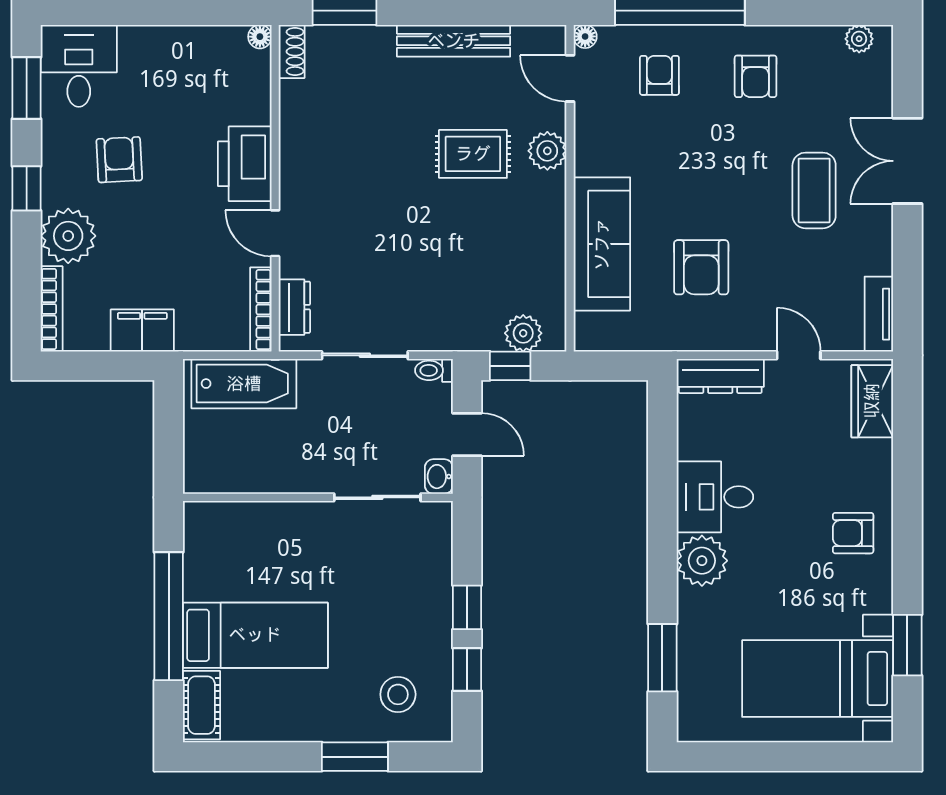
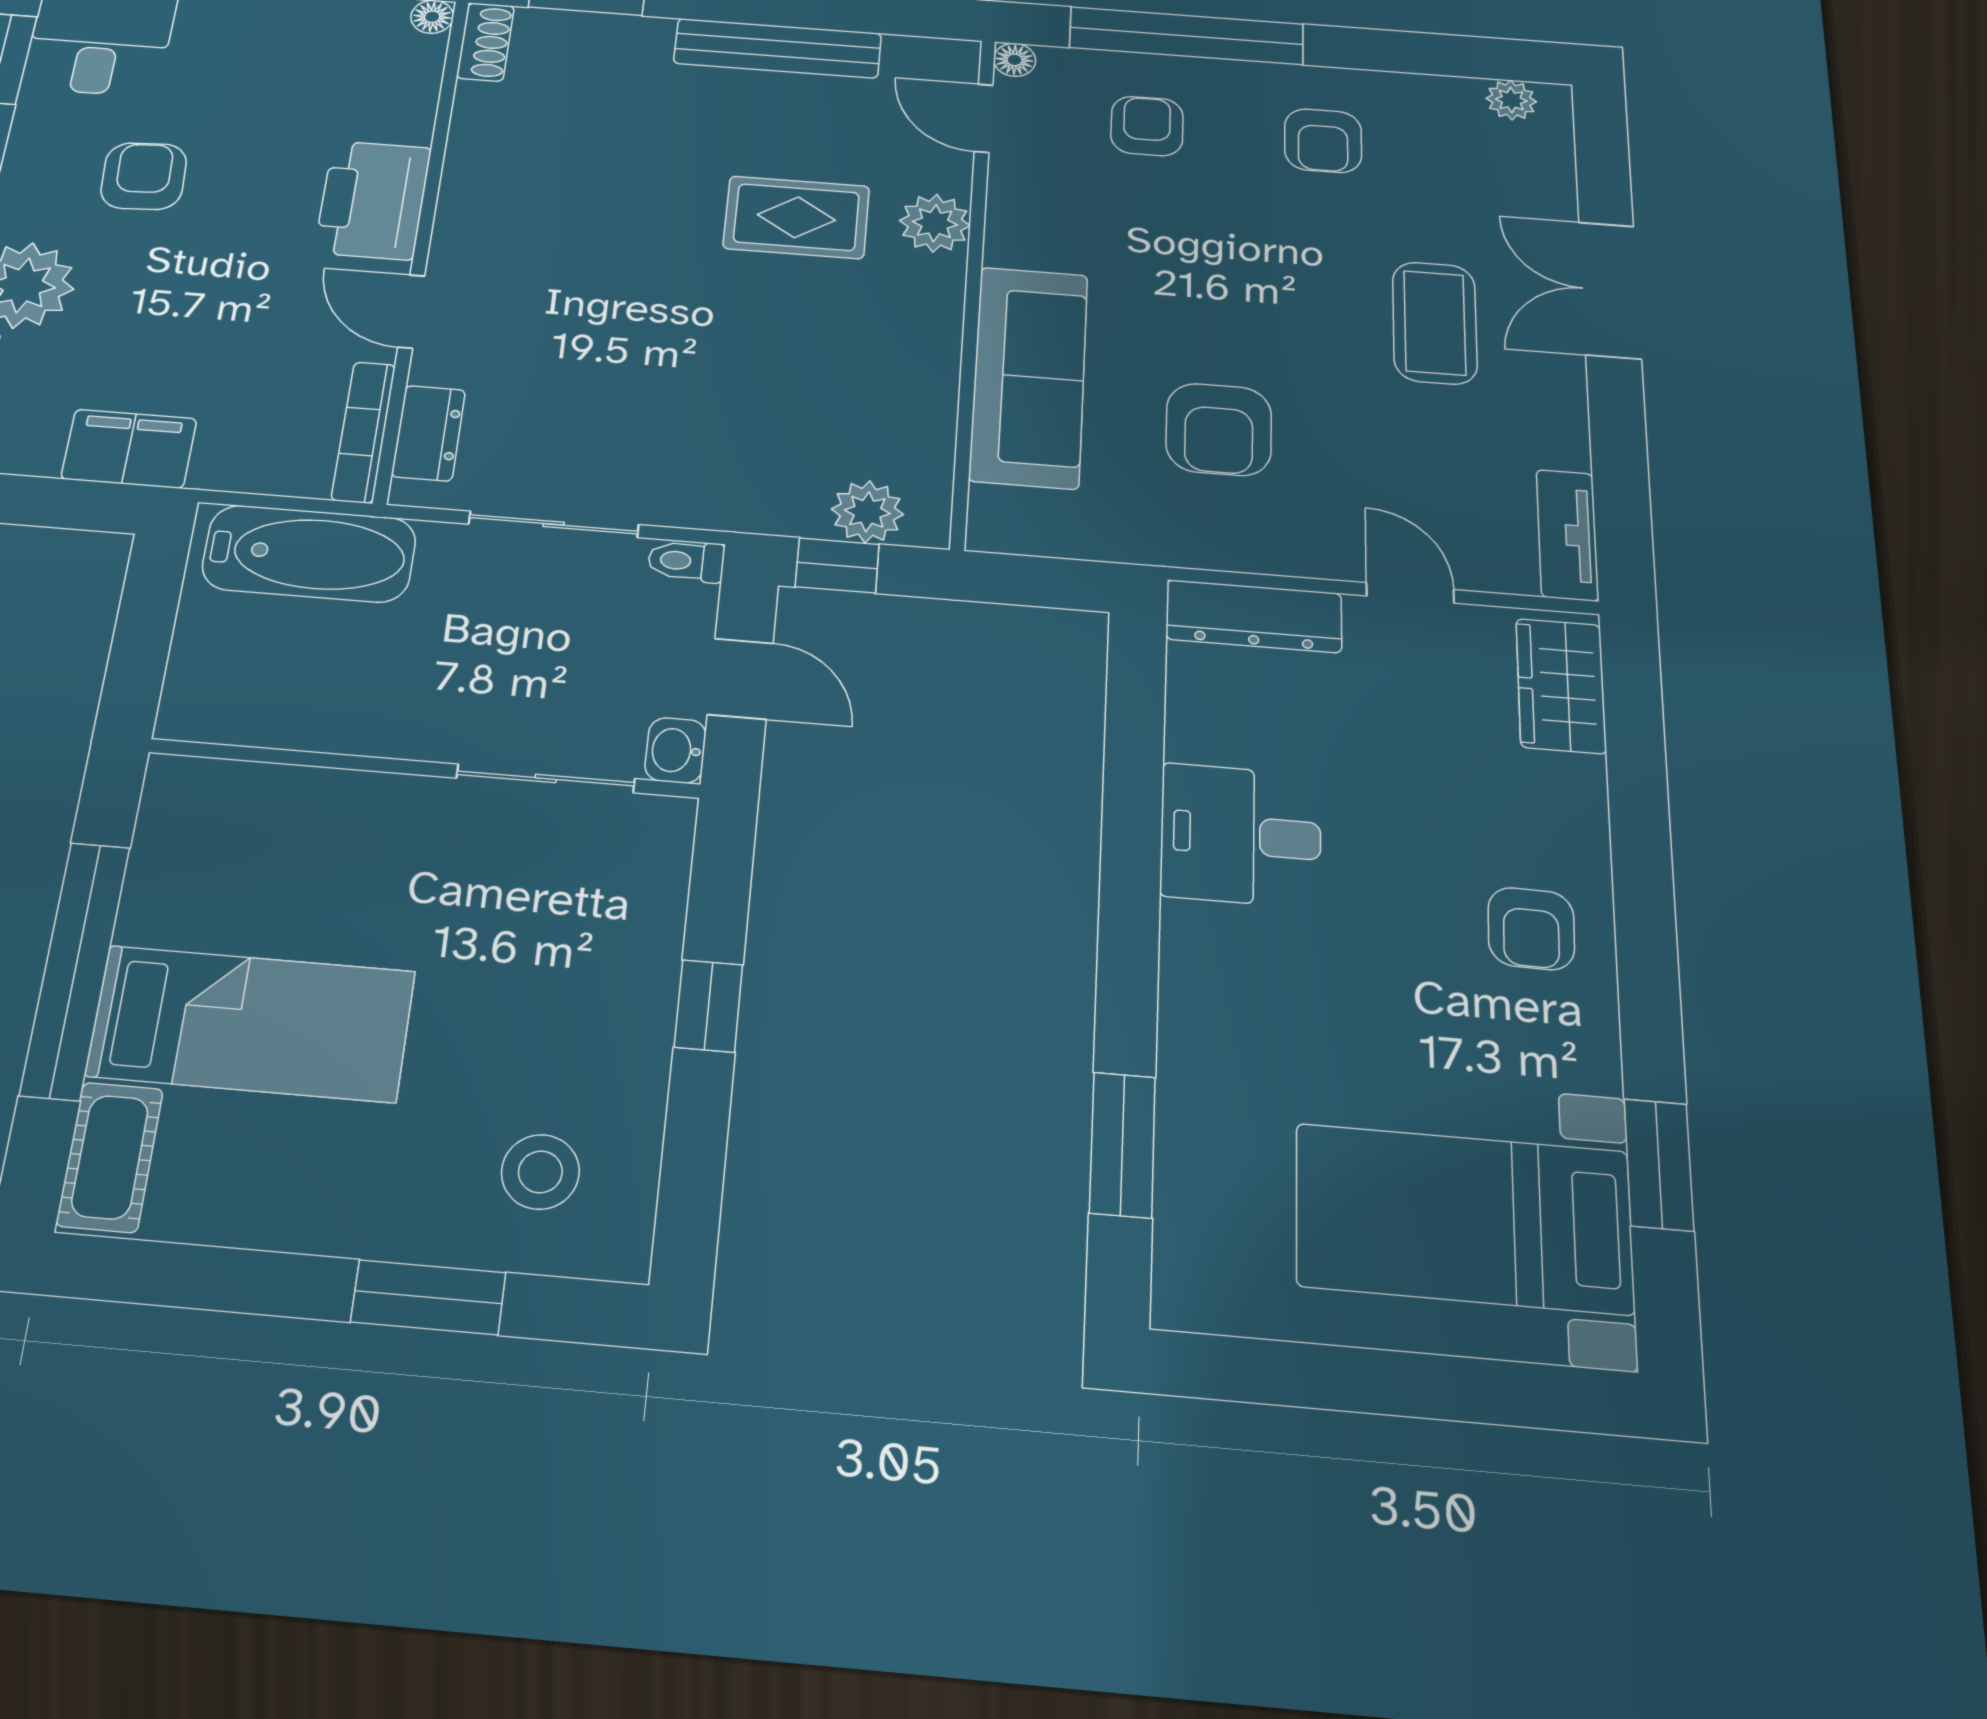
armchair: (853, 533) -> (1531, 929), turned -89
plant: (702, 561) -> (1212, 956), removed
window: (467, 669) -> (696, 1133), removed

